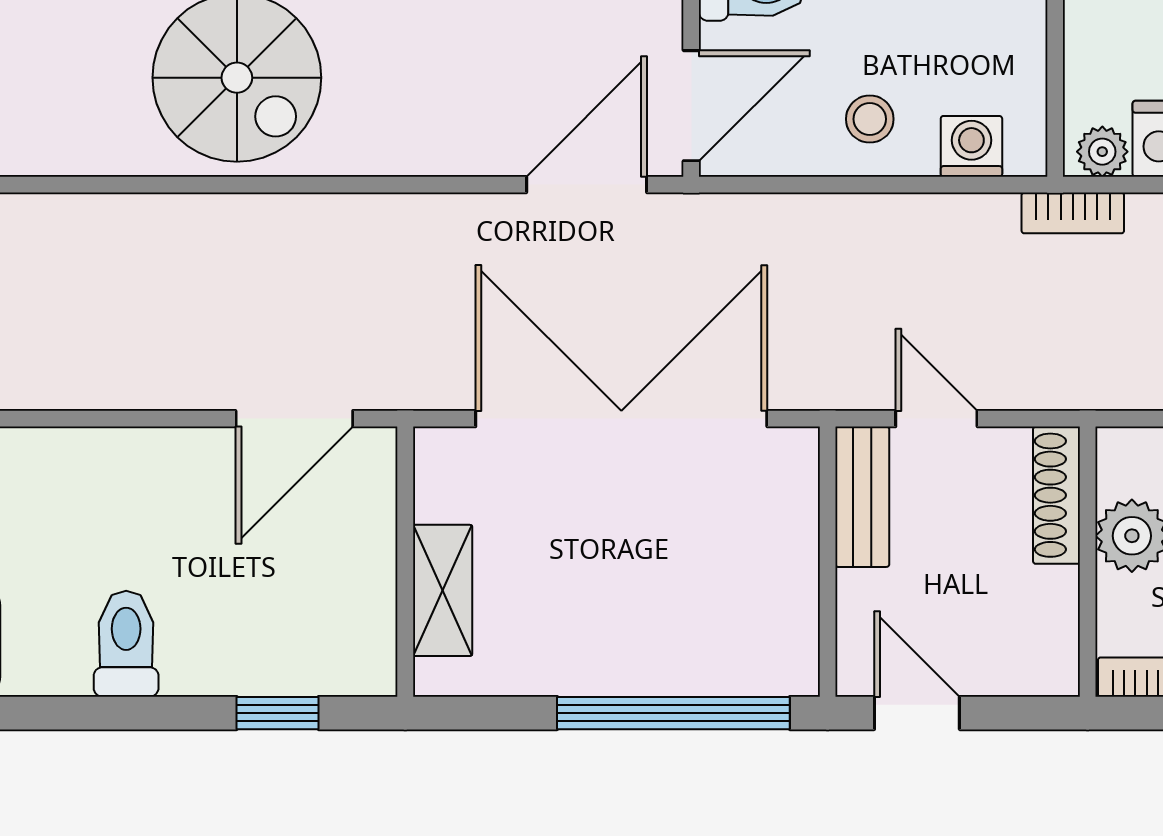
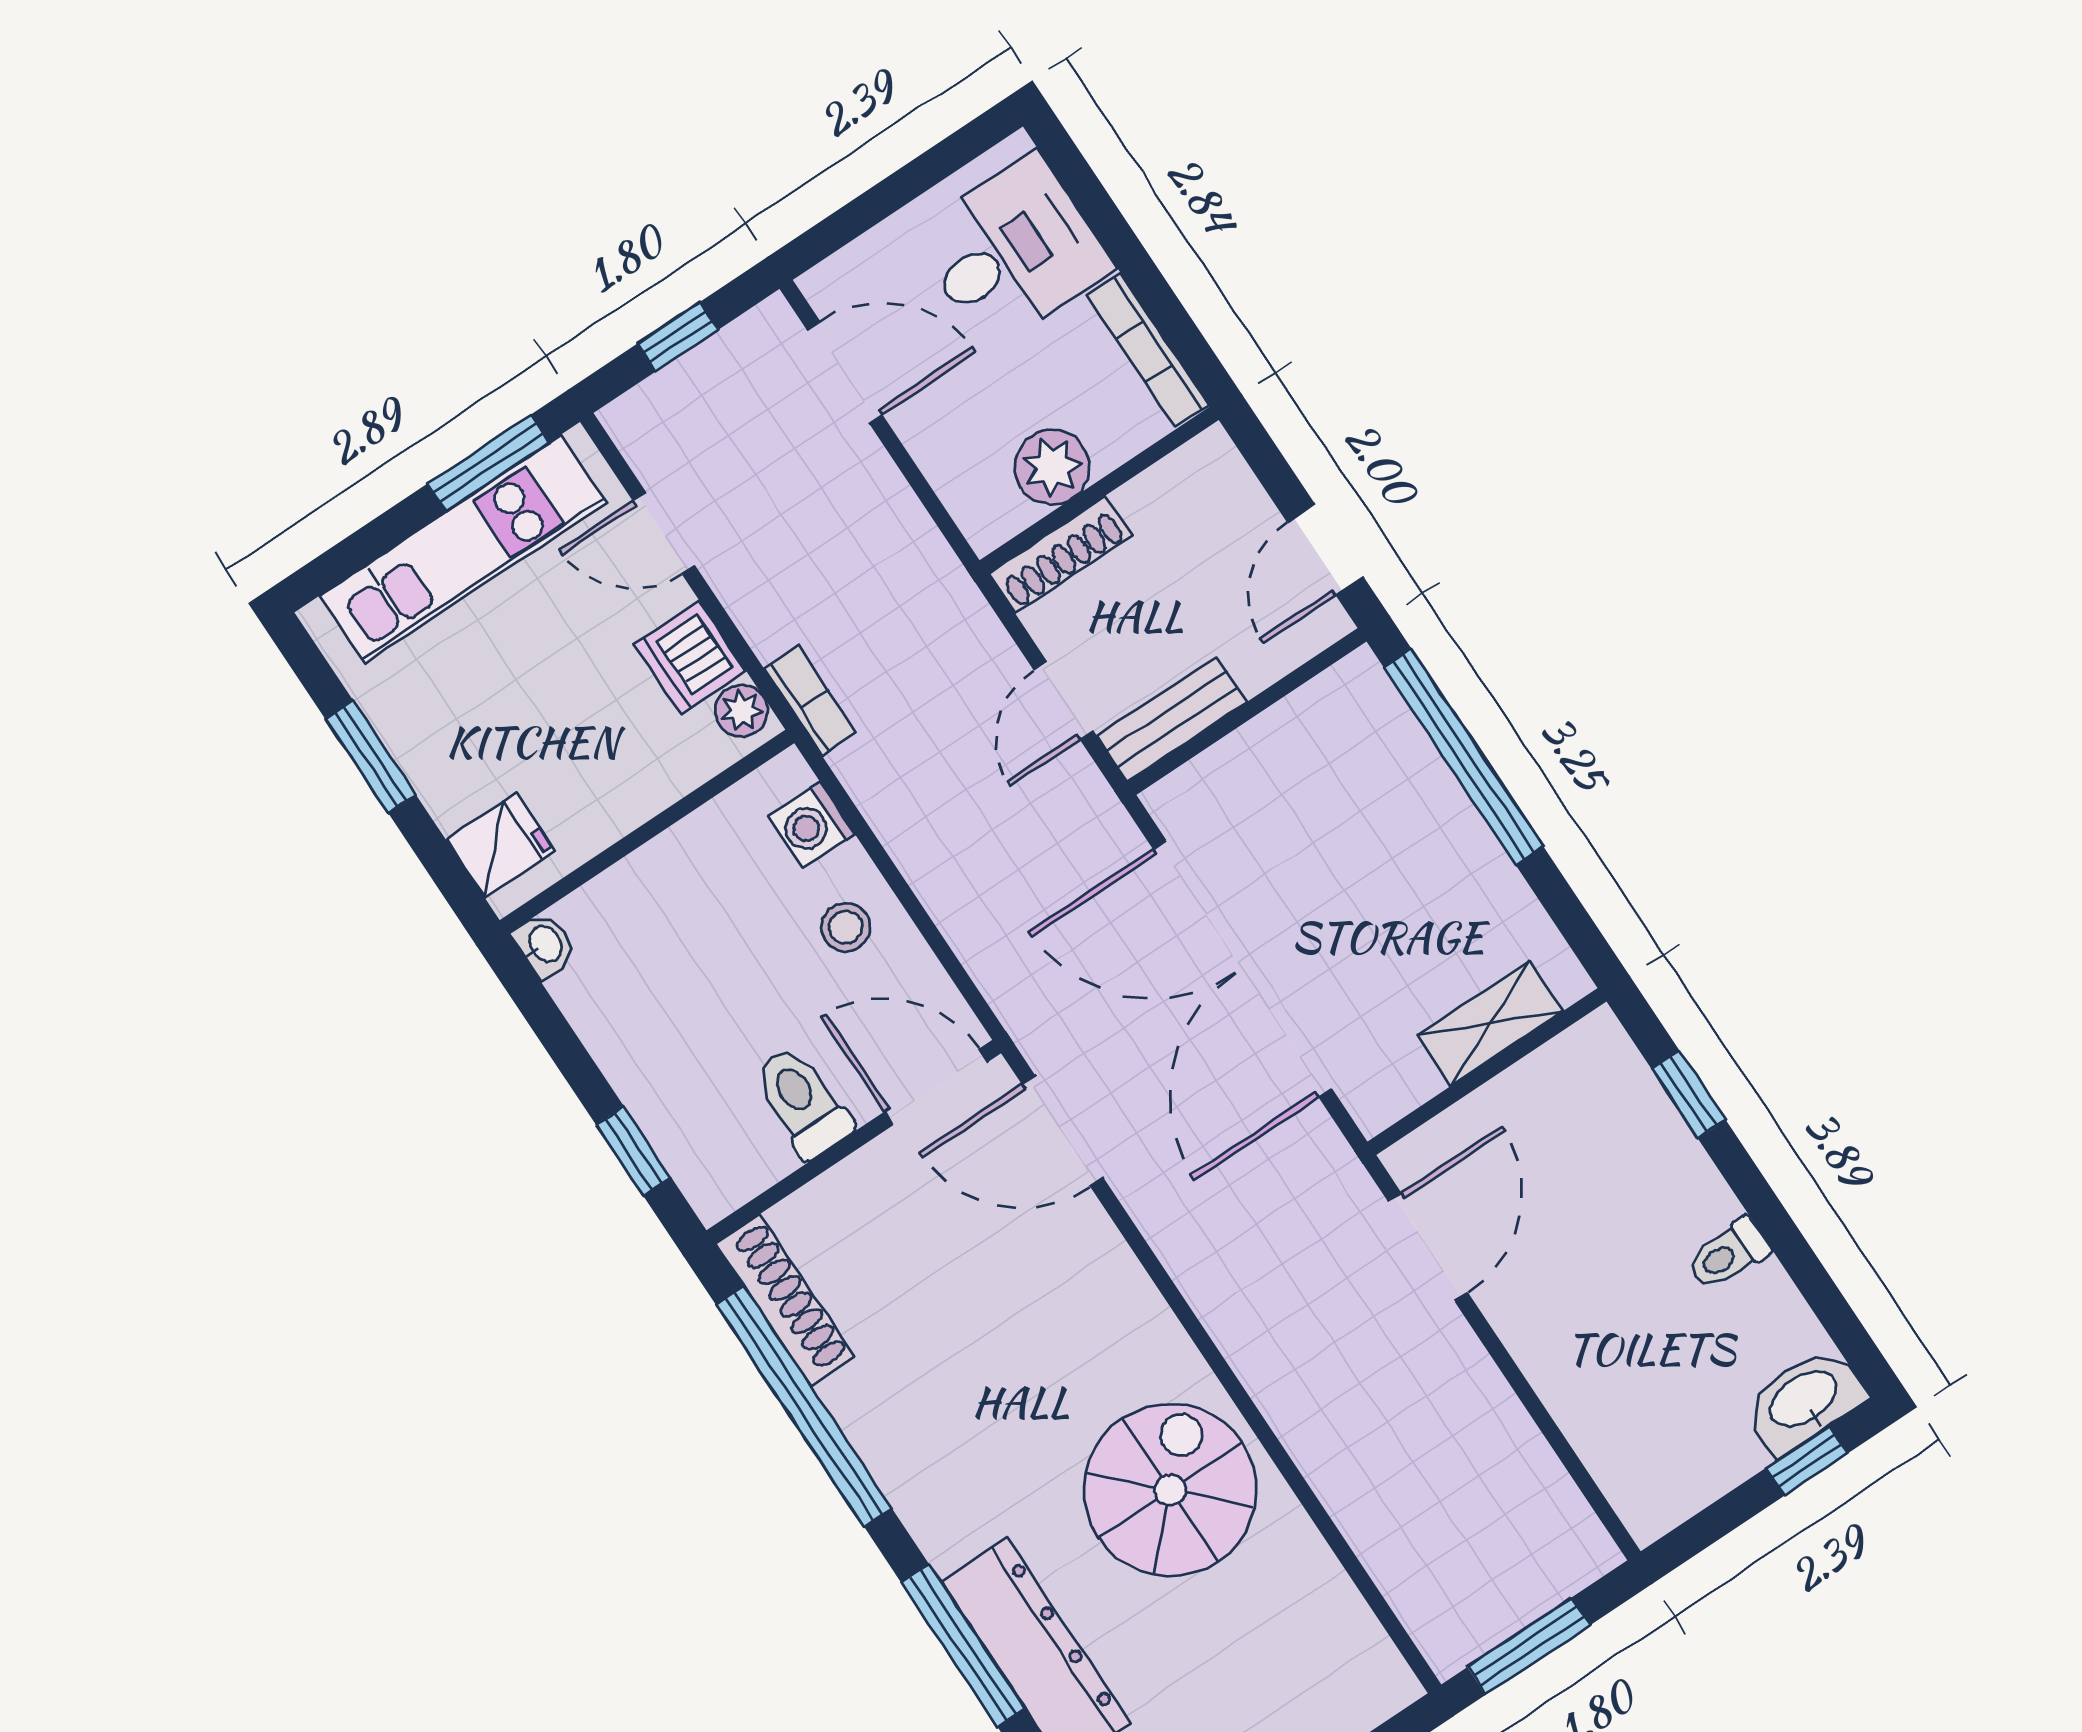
door: (294, 419) -> (1428, 1247), hinge flipped
toilet: (126, 644) -> (1728, 1254), width x0.73, depth x0.72

